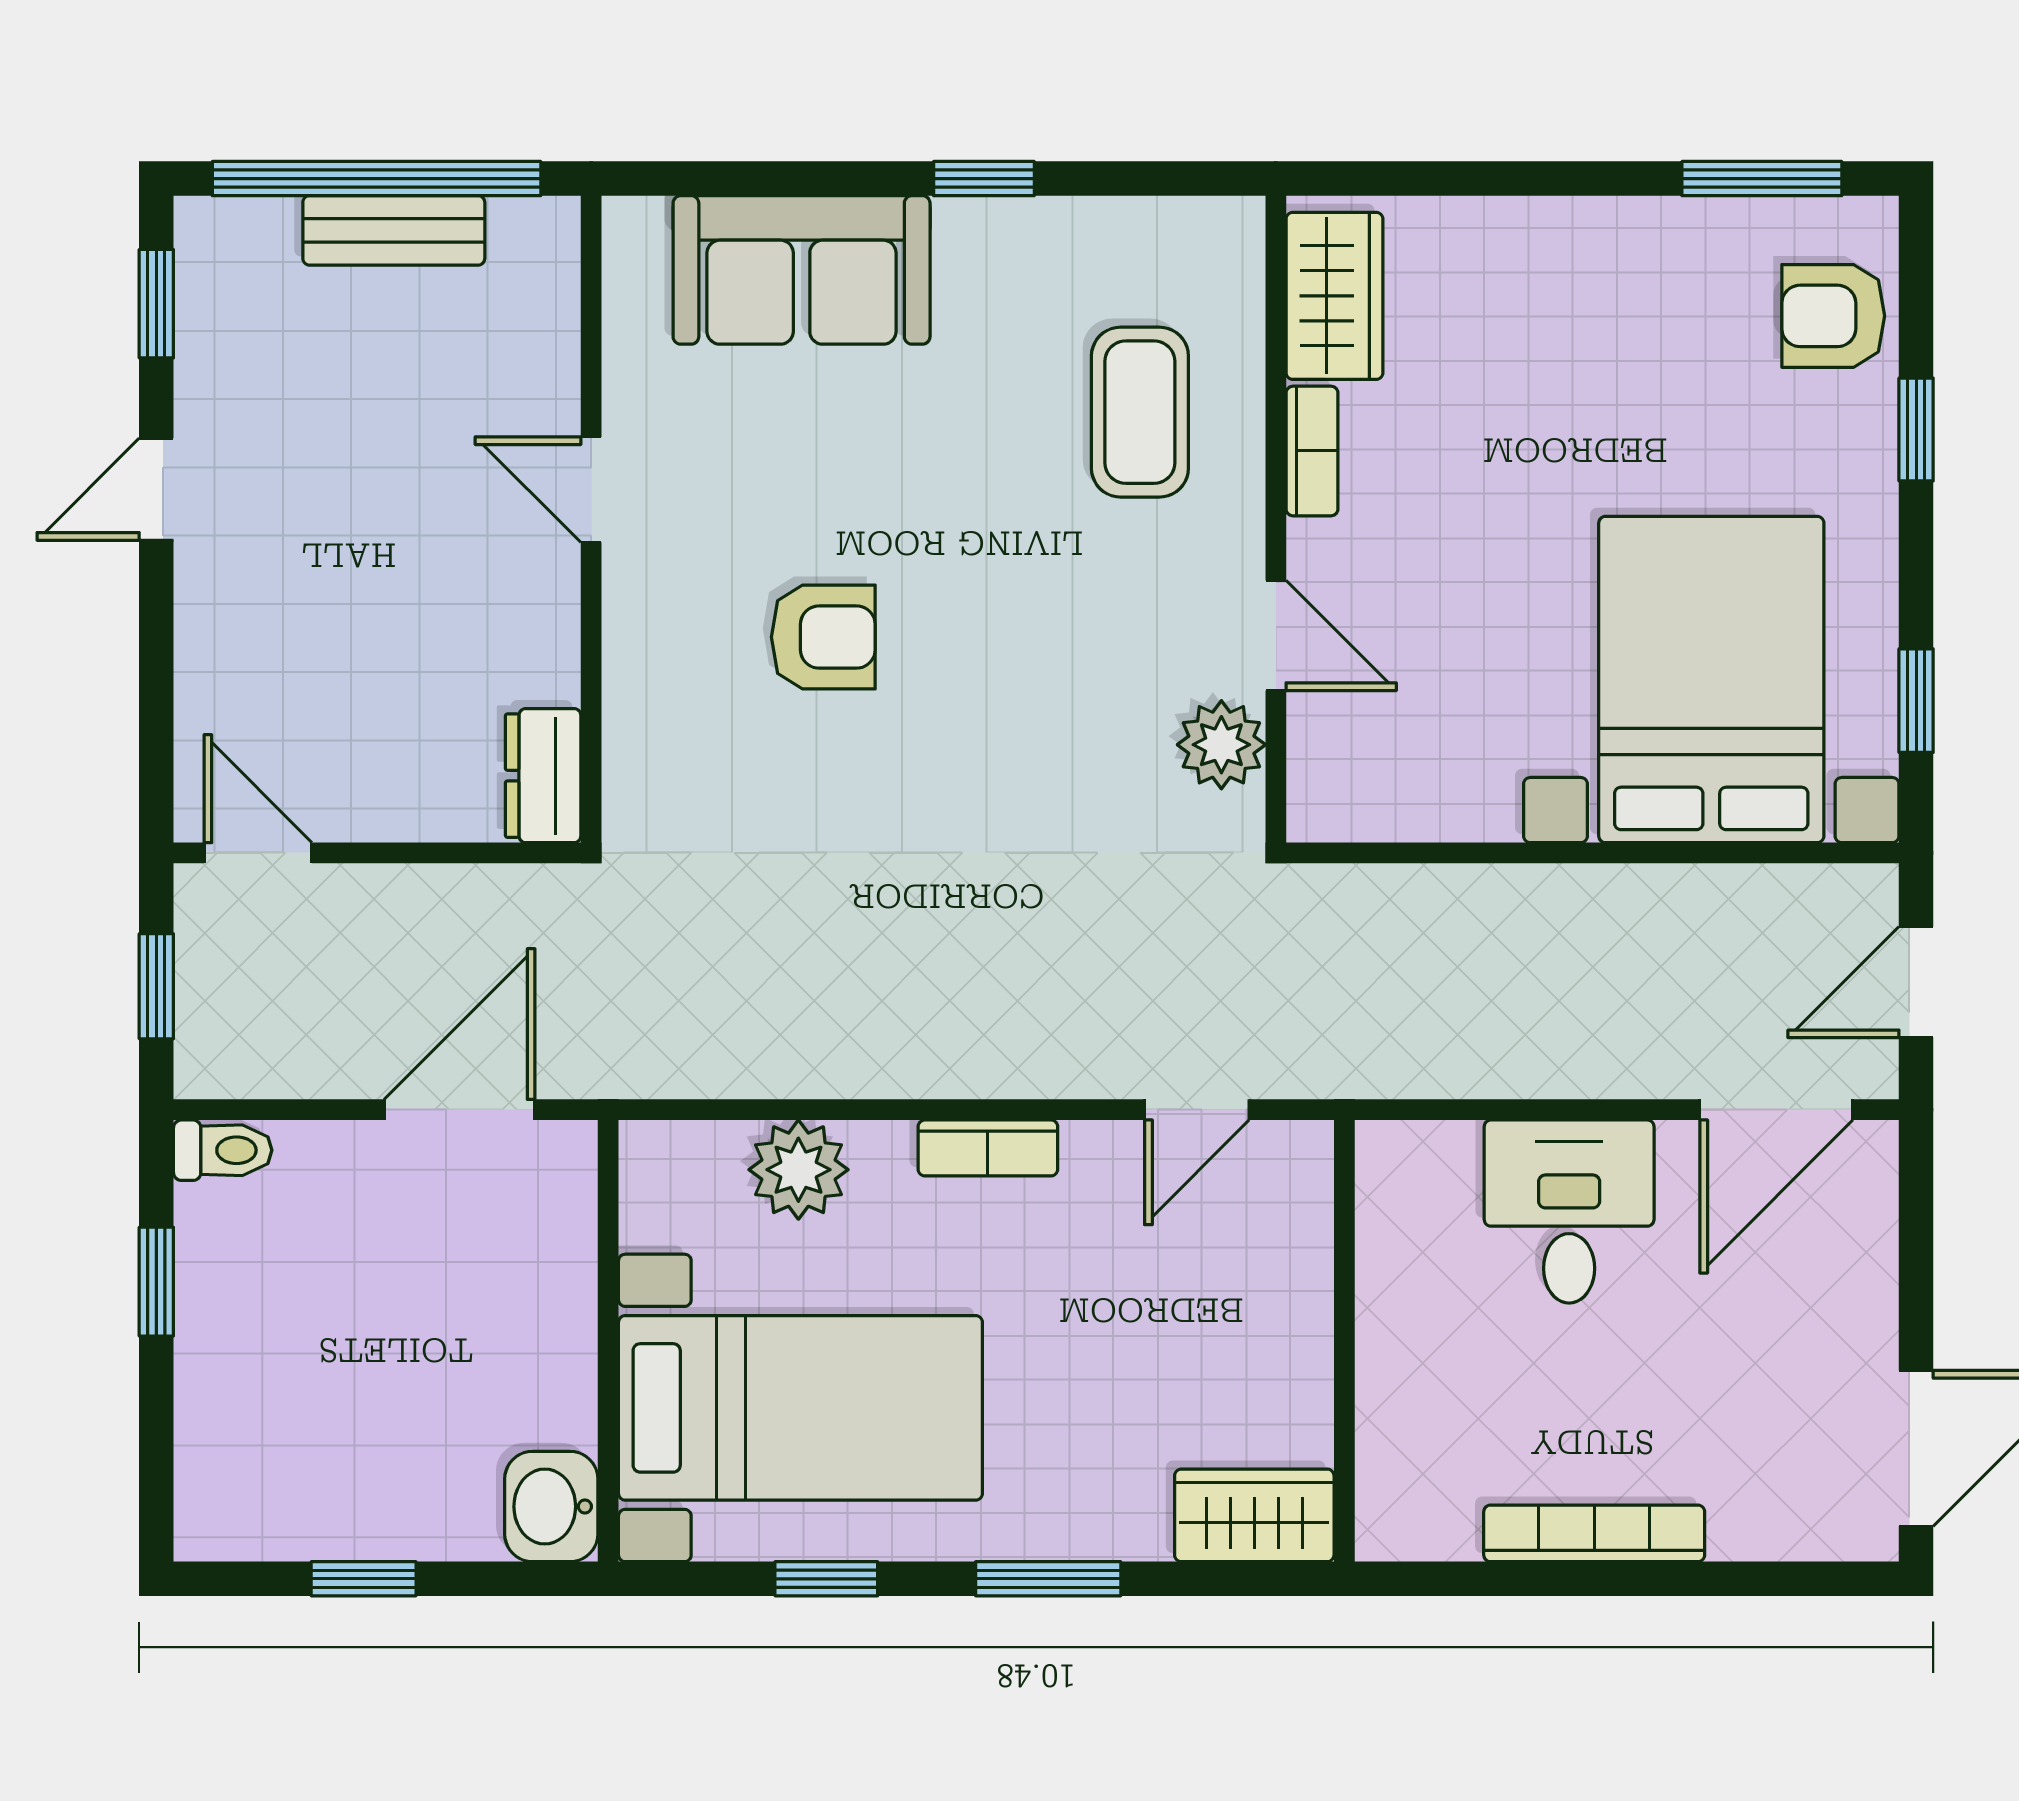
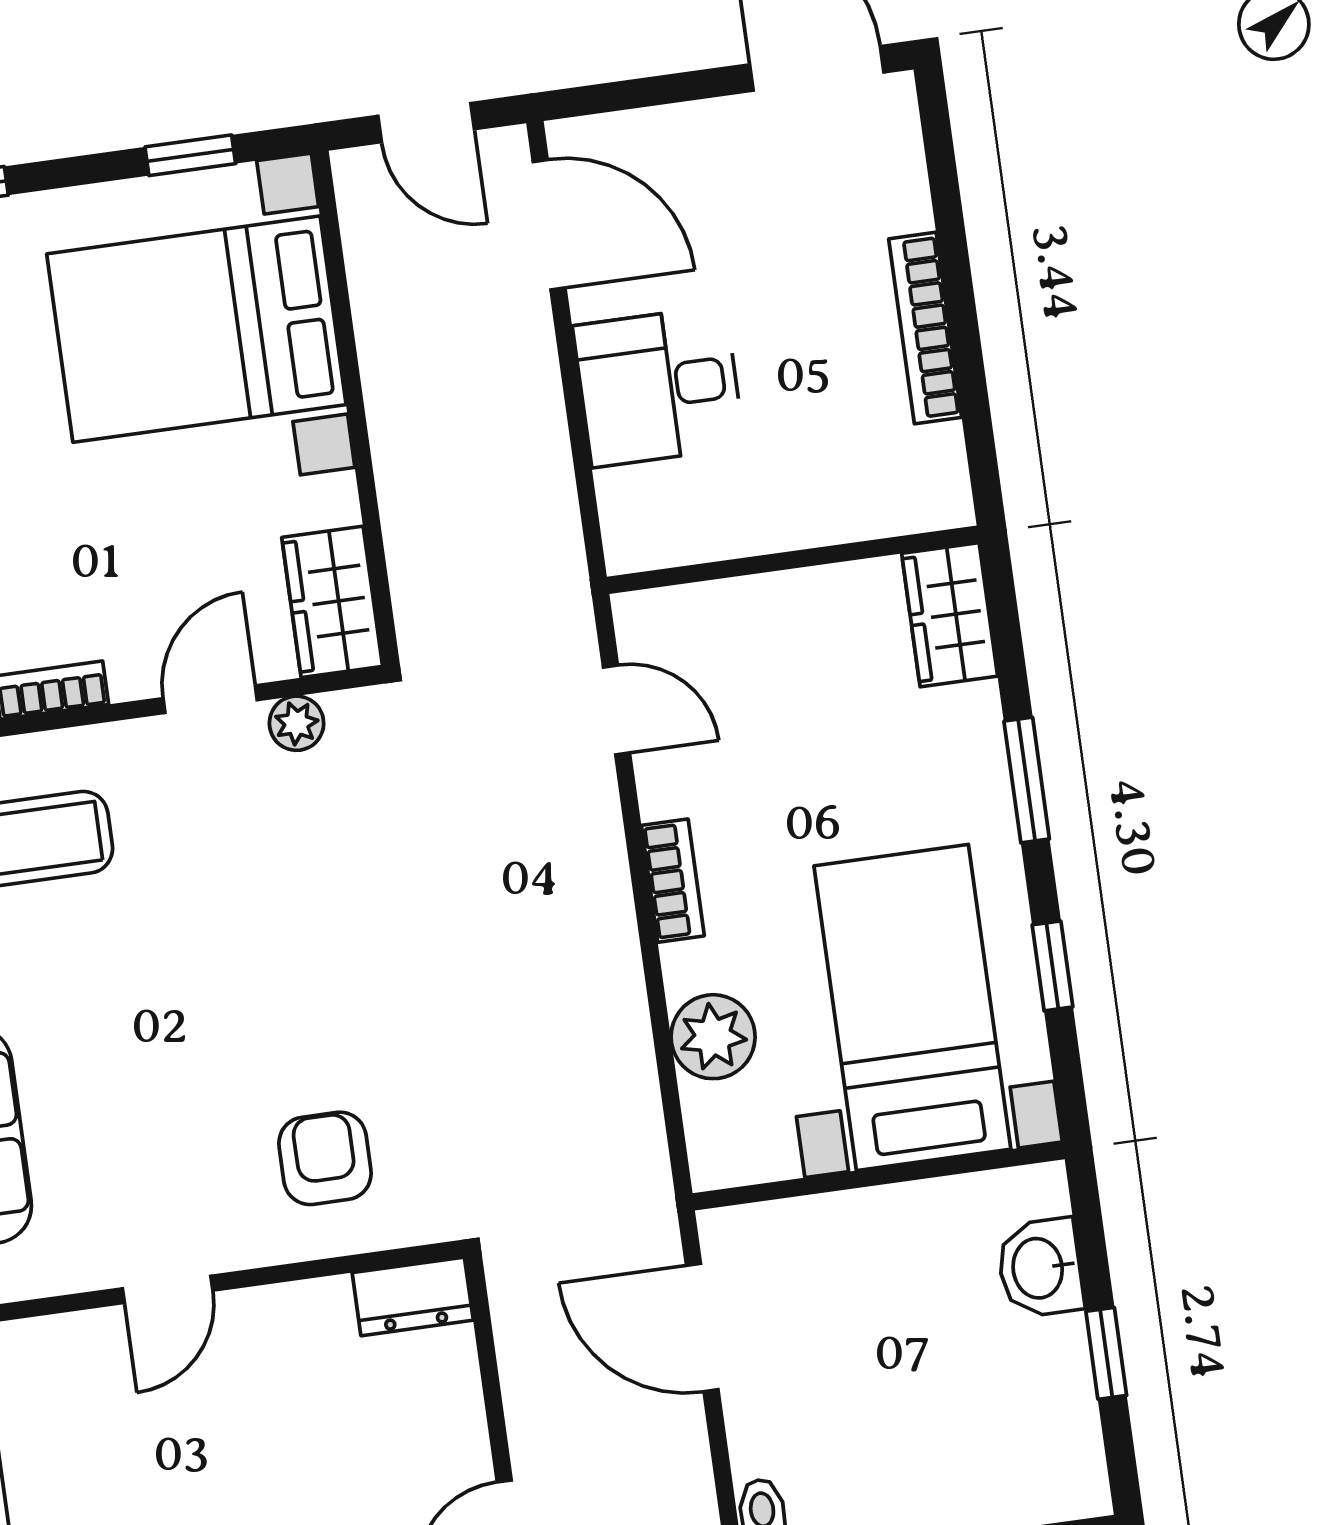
armchair: (823, 637) -> (325, 1158), moved
plant: (1221, 745) -> (297, 723), width x0.73, depth x0.73
wardrobe: (1370, 794) -> (332, 602), added
washbasin: (551, 1507) -> (1040, 1268), moved, turned 90

